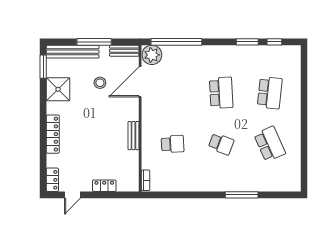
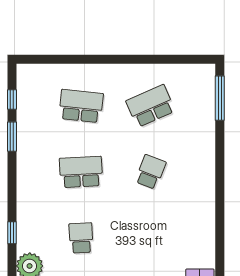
window: (176, 42) -> (12, 233), width x0.32
school desk: (173, 144) -> (81, 238), moved
window: (242, 195) -> (220, 98), moved

